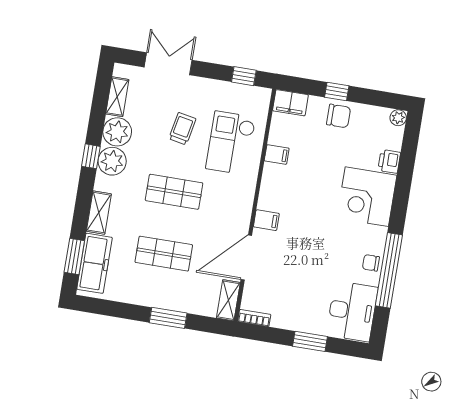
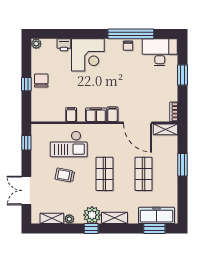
filing cabinet: (290, 103) -> (96, 115), moved, turned -90
plant: (117, 132) -> (69, 219), width x0.53, depth x0.53
shelving: (99, 213) -> (114, 218), moved

